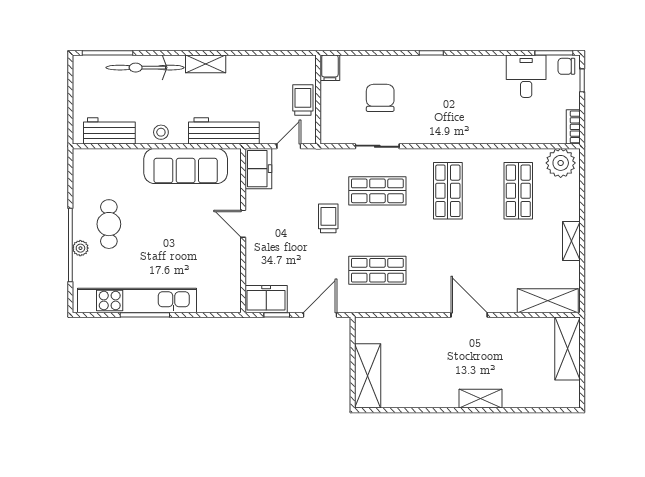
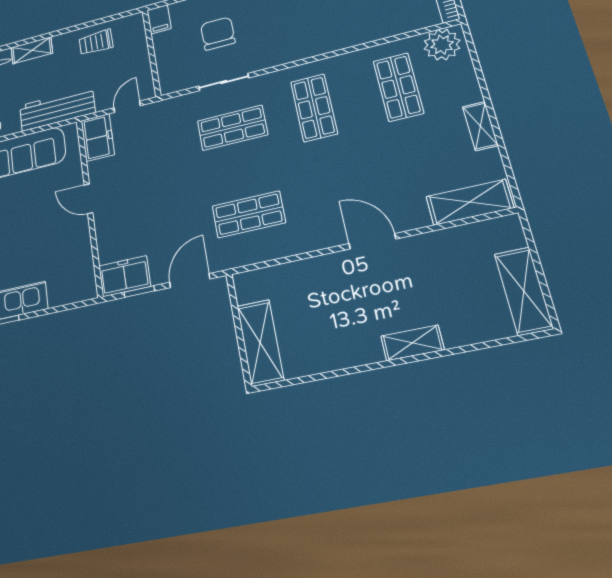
trolley: (303, 100) -> (96, 42), moved, turned -91
trolley: (328, 218) -> (182, 171), removed
shelving: (568, 348) -> (524, 291), moved

